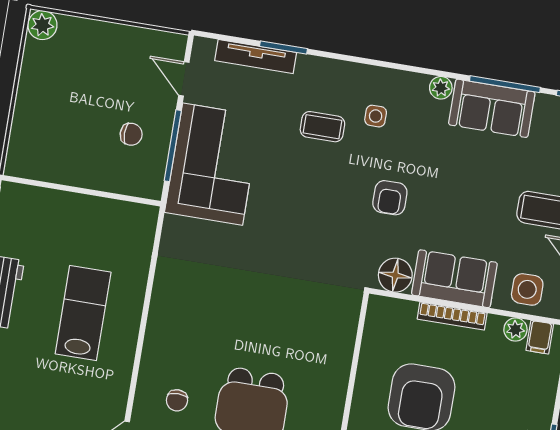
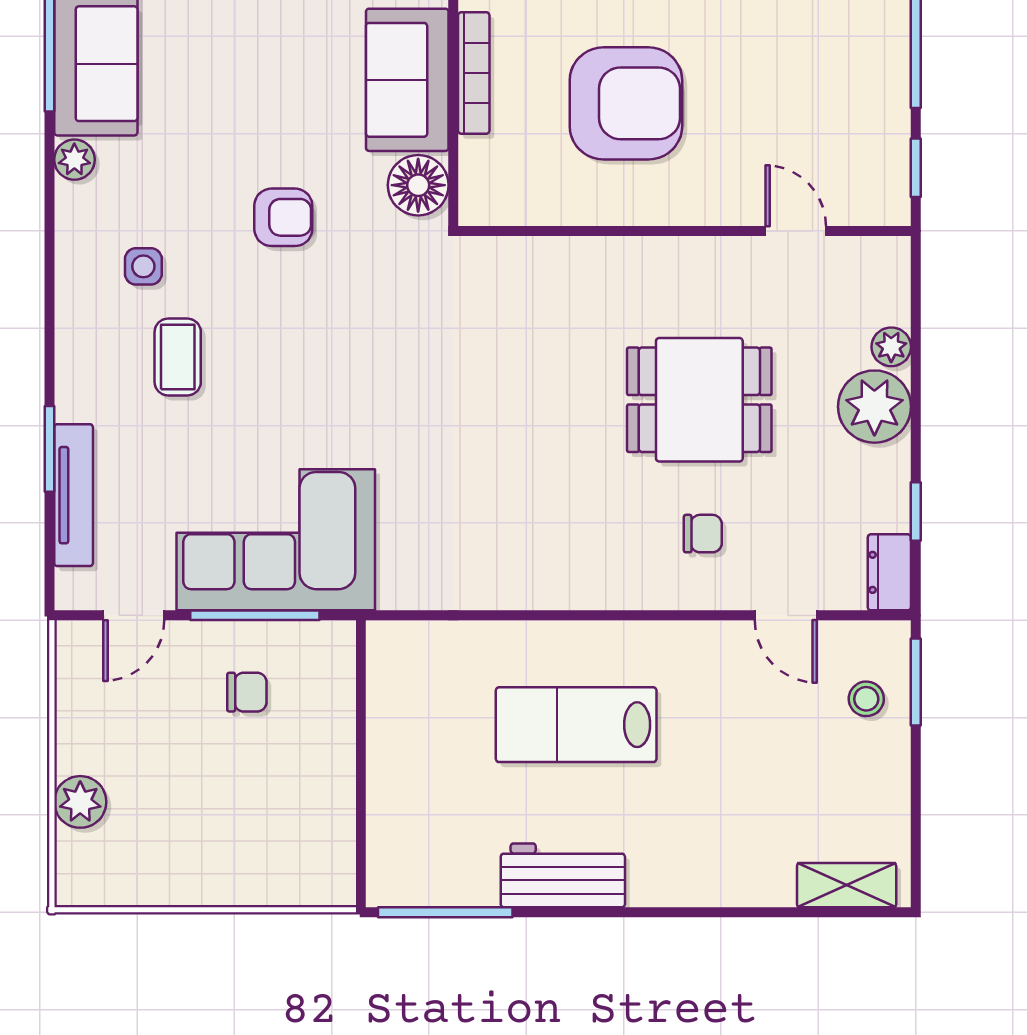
plant: (42, 25) -> (80, 802), moved
chair: (131, 134) -> (247, 692), turned 90

